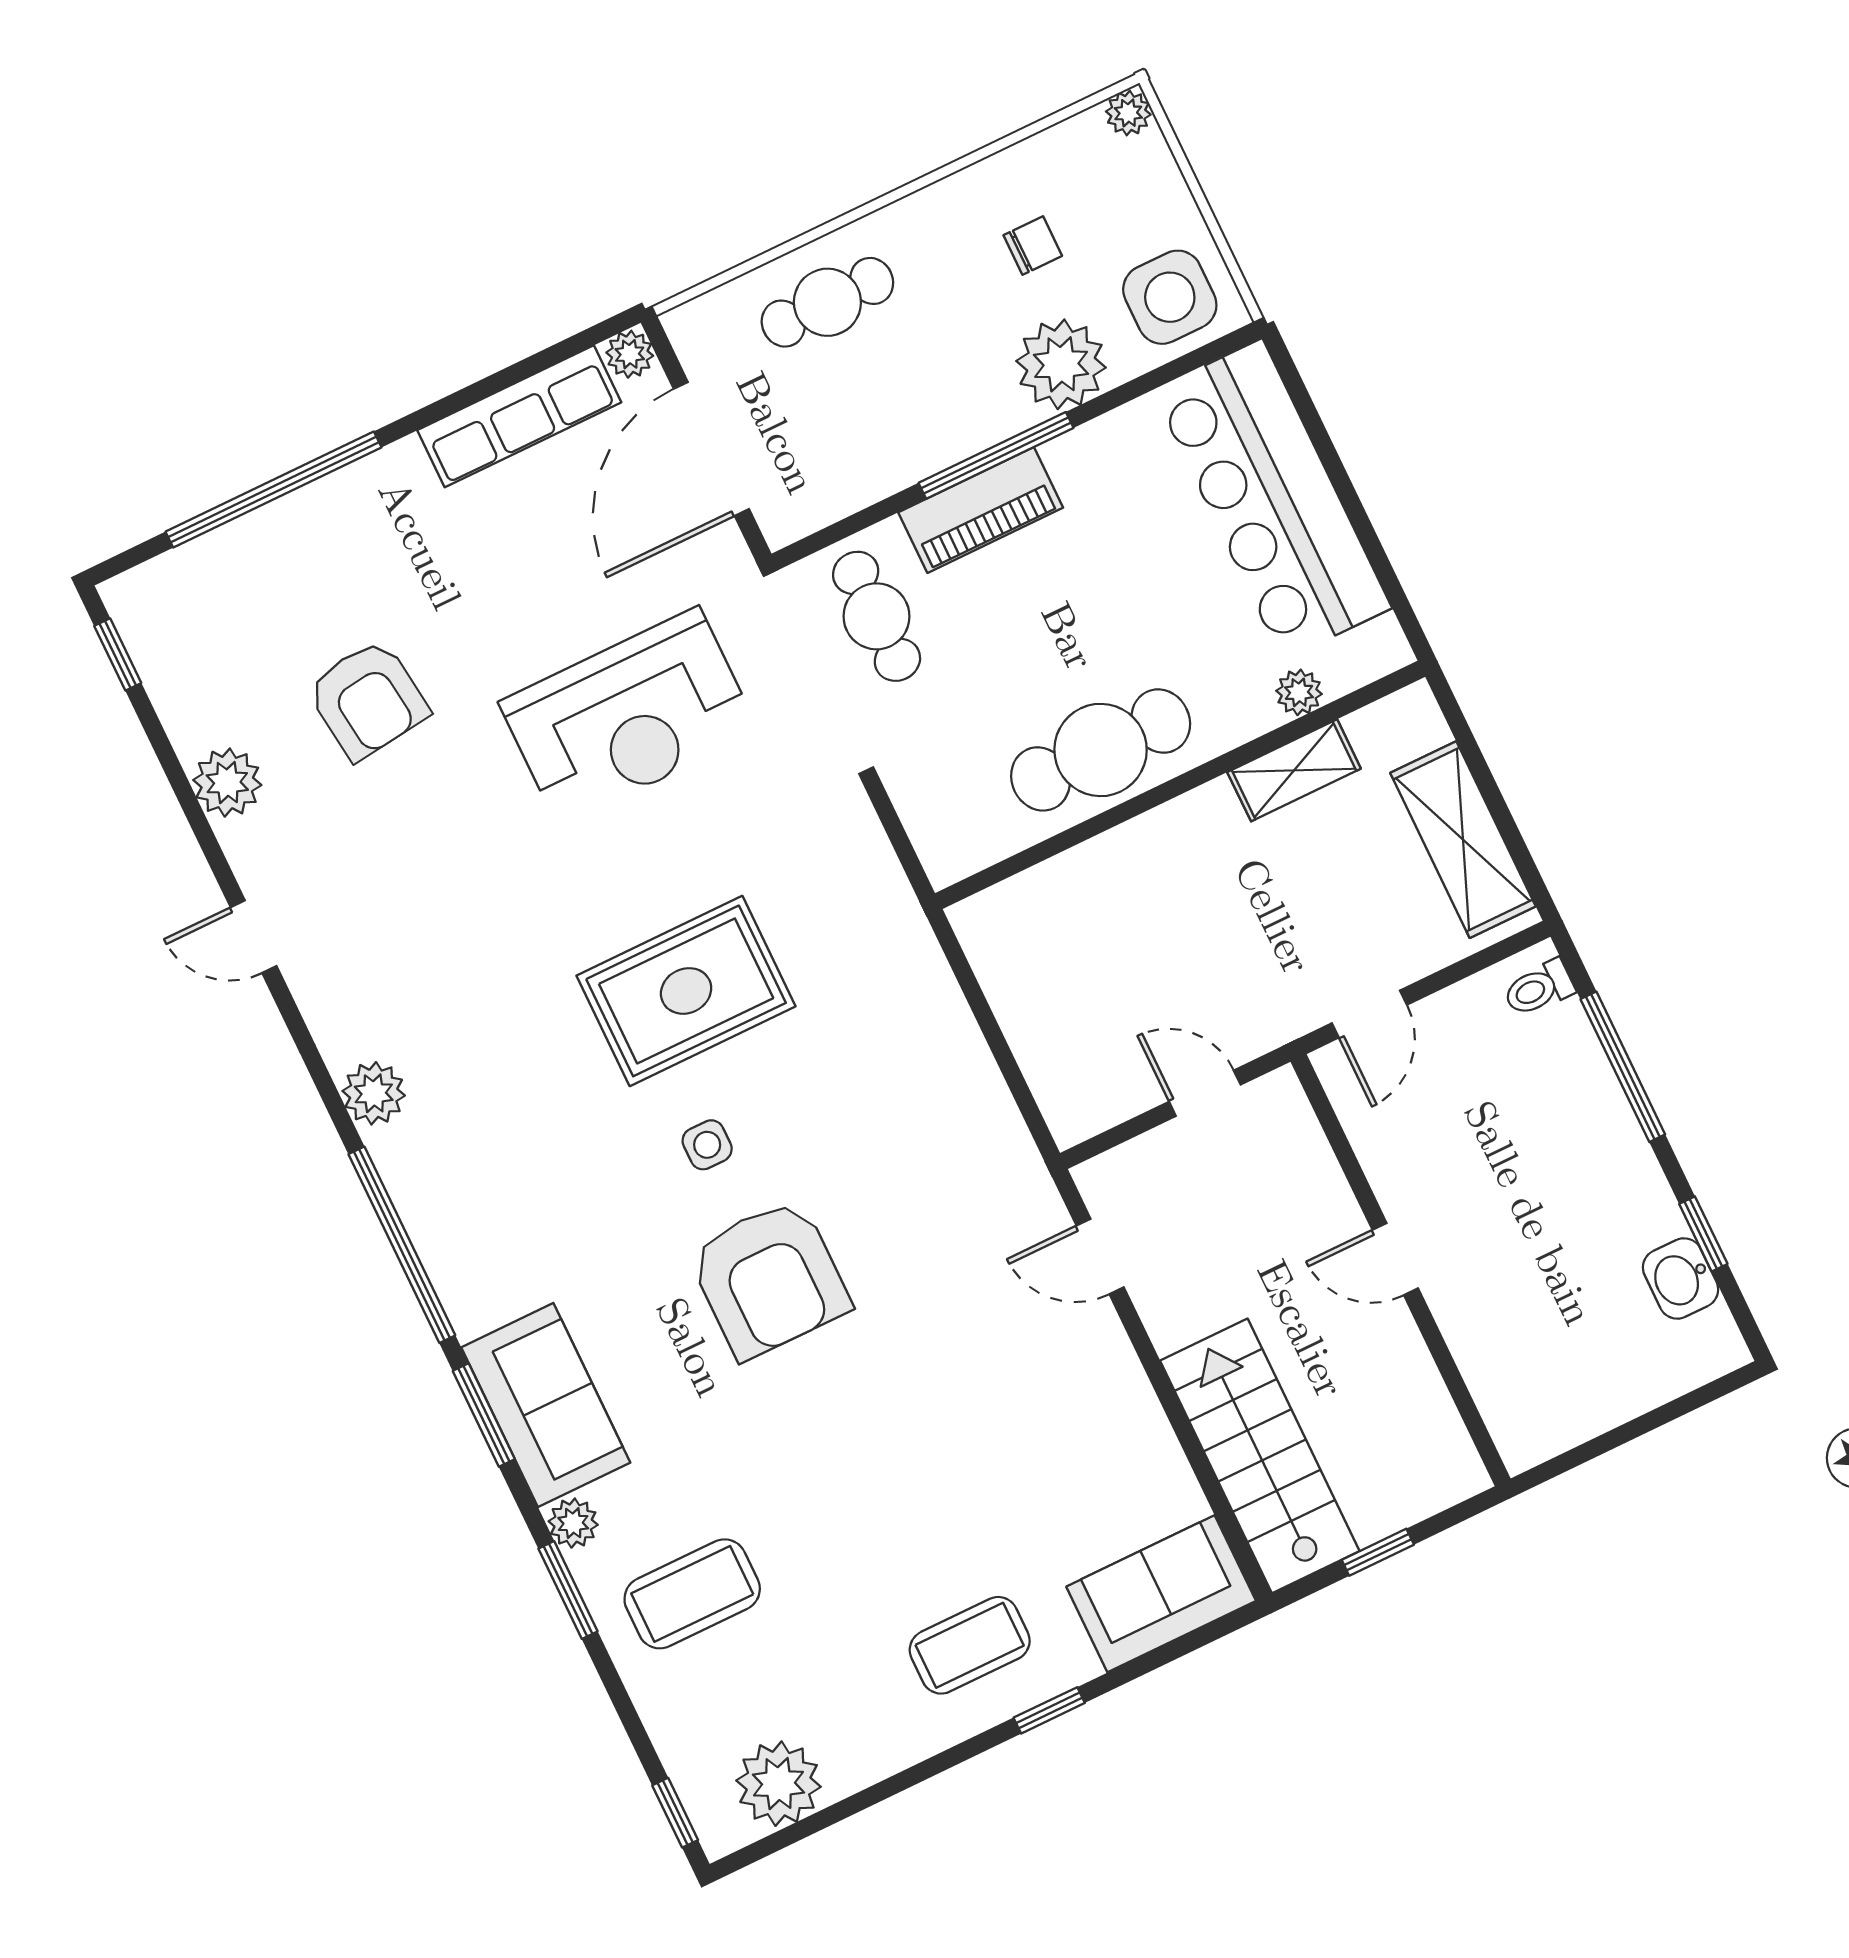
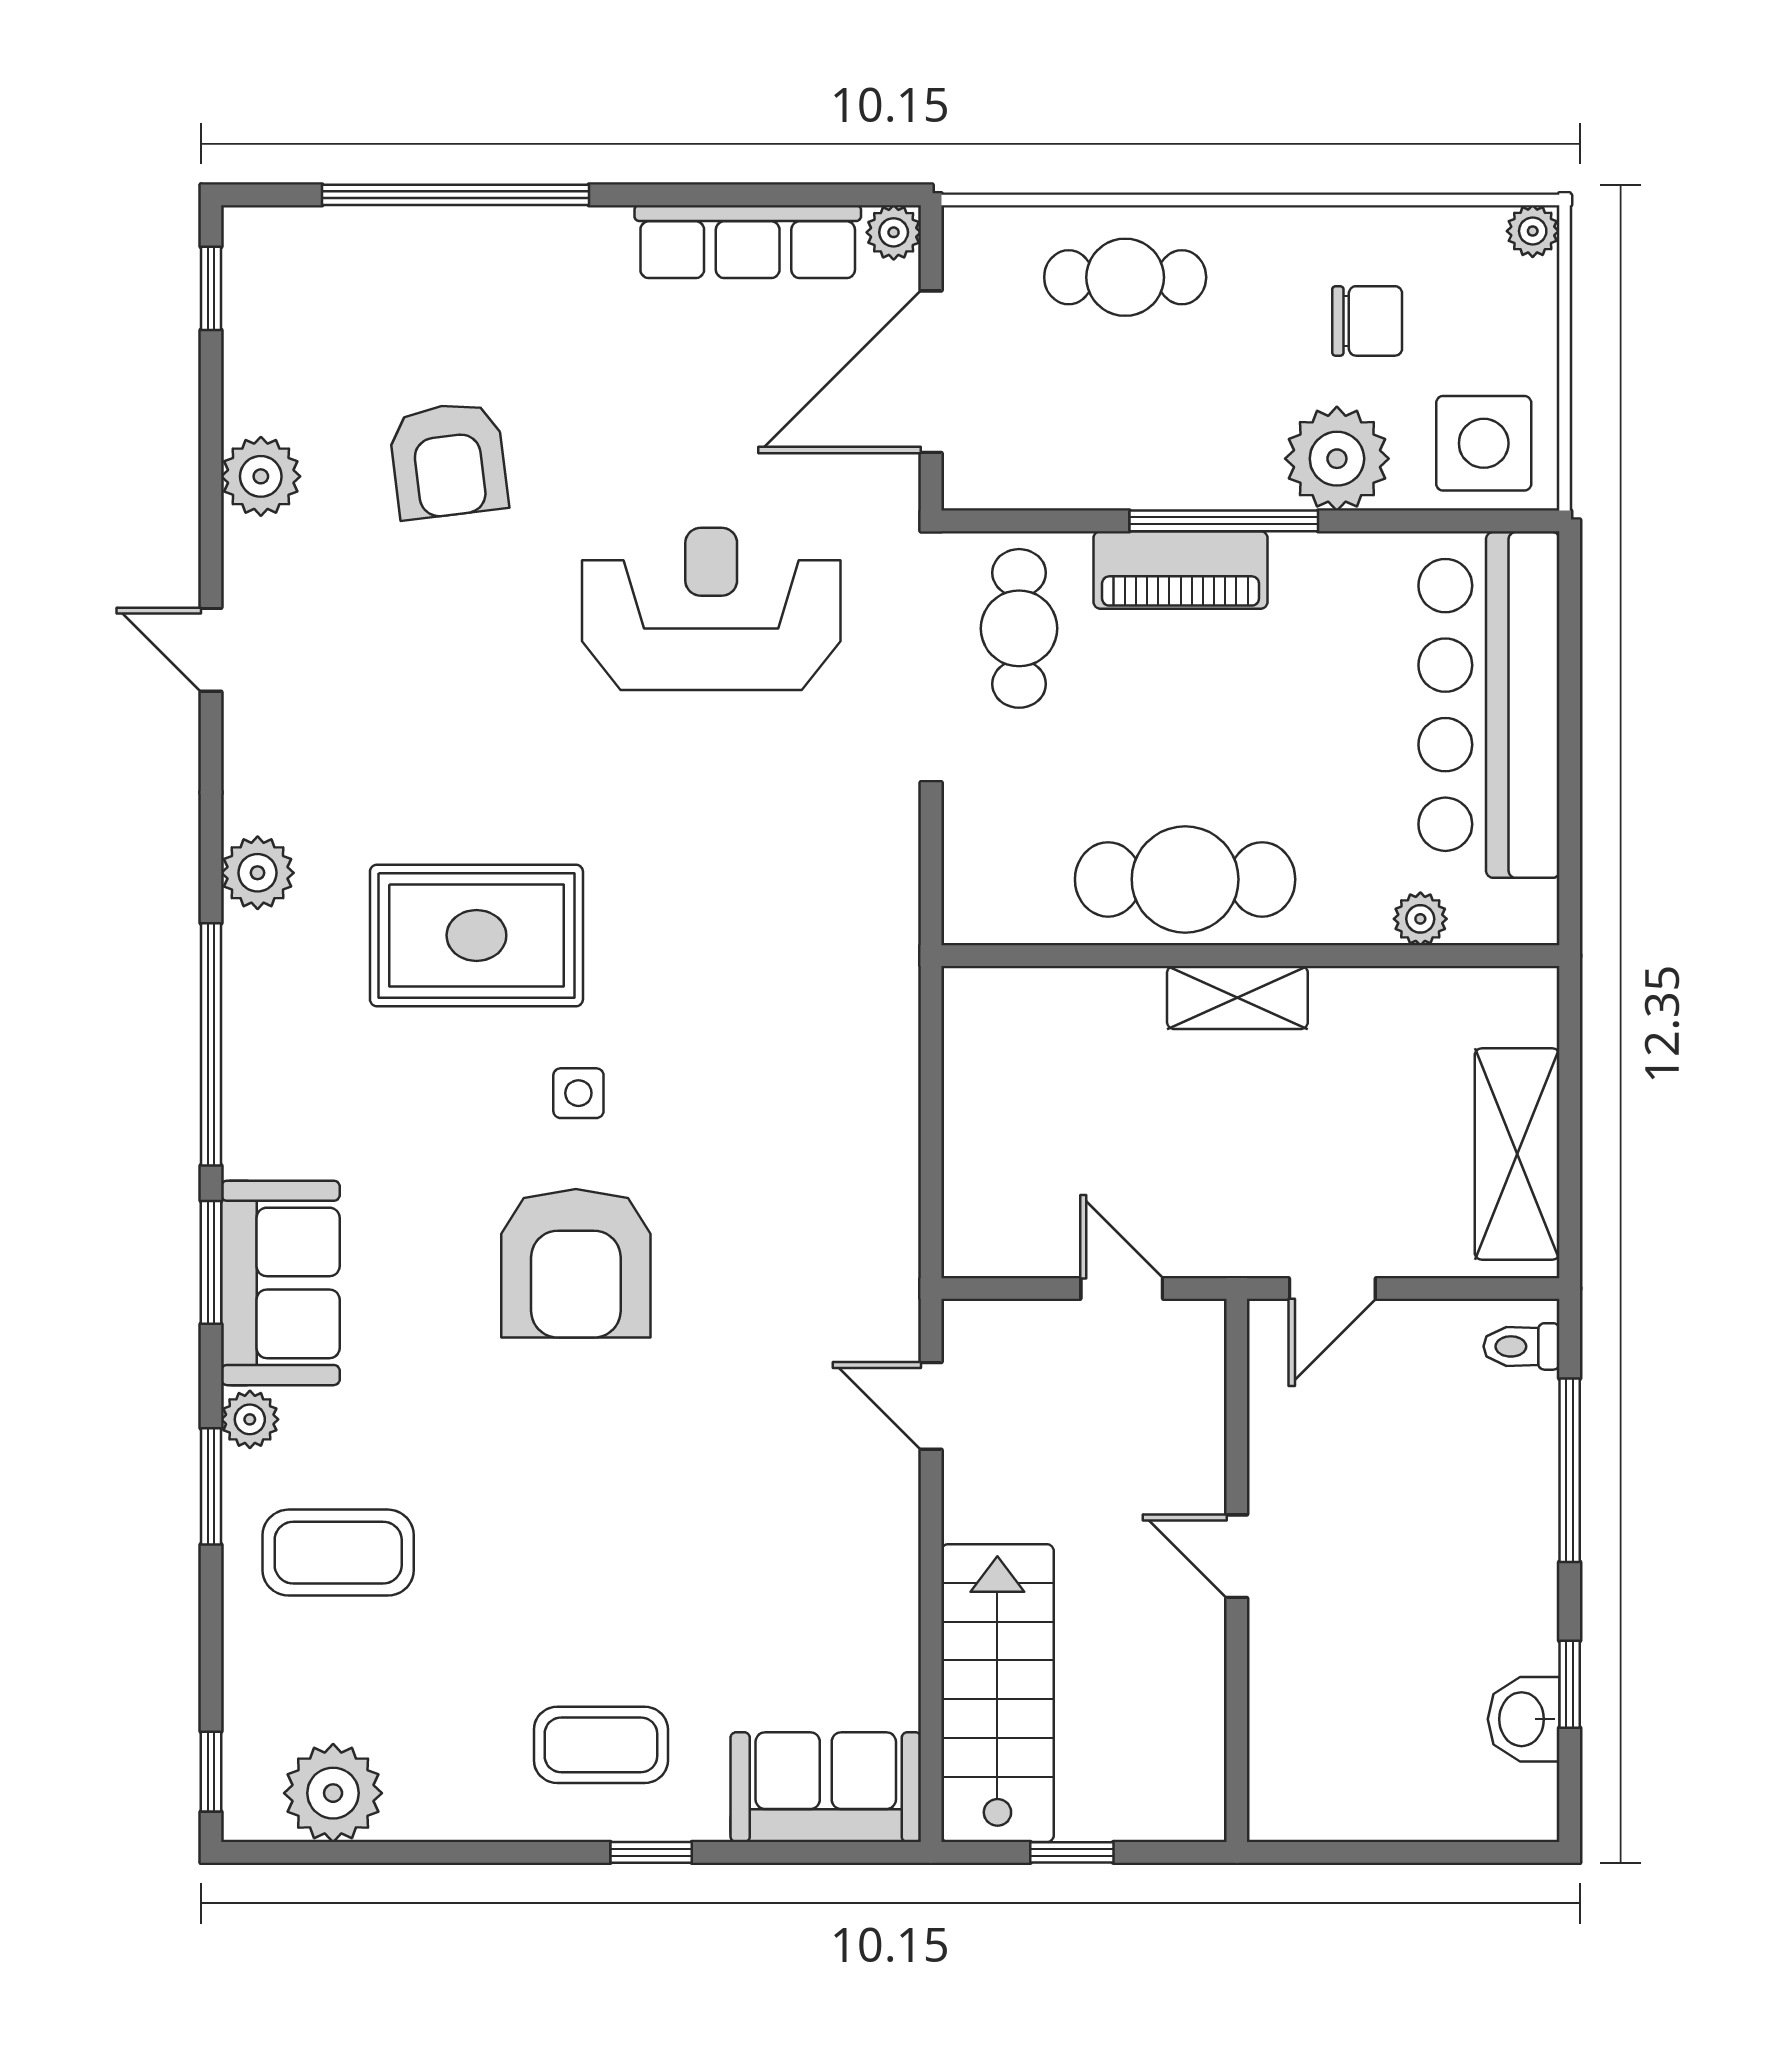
chair: (1033, 245) -> (1367, 321), width x1.37, depth x1.37
reception desk: (629, 717) -> (711, 609), turned 180
shelving: (1294, 770) -> (1237, 997), moved
rug: (686, 991) -> (476, 935), moved

